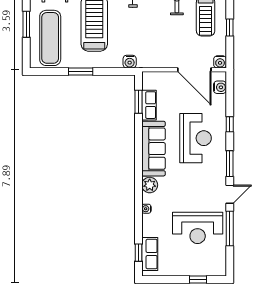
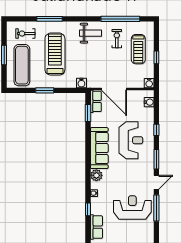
door: (194, 70) -> (114, 89), moved
row of seats: (149, 105) -> (96, 101), moved
reception desk: (198, 228) -> (132, 207), turned 180
window: (138, 253) -> (88, 209), moved

